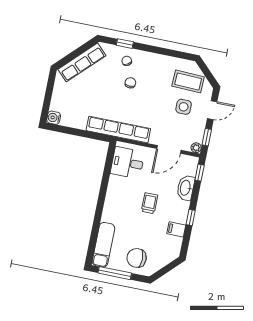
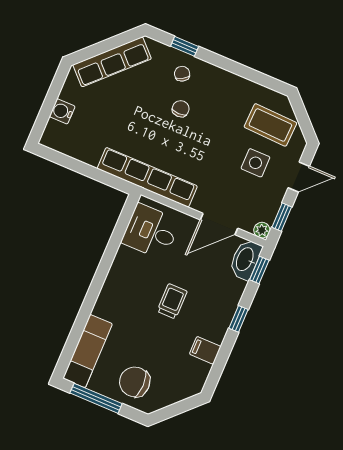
water cooler: (54, 118) -> (62, 111), moved
washbasin: (186, 188) -> (245, 259), moved
window: (191, 217) -> (239, 319), moved

